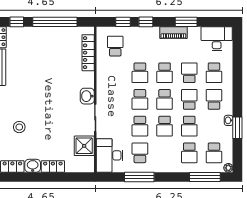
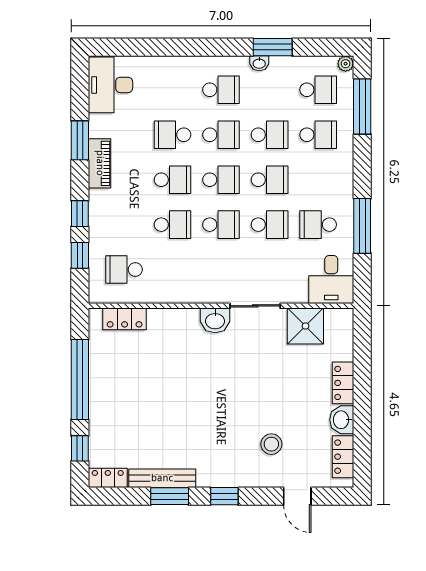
locker: (88, 53) -> (125, 319), width x0.66
school desk: (214, 73) -> (172, 90), removed
school desk: (189, 99) -> (221, 135), turned 180
school desk: (214, 99) -> (221, 90), turned 180
desk: (110, 155) -> (331, 280), width x0.73

